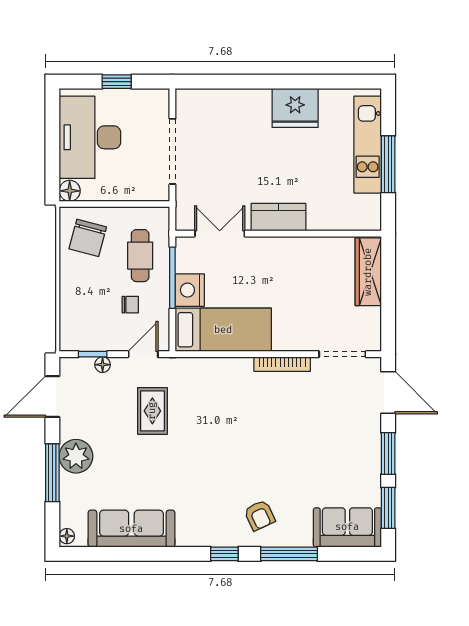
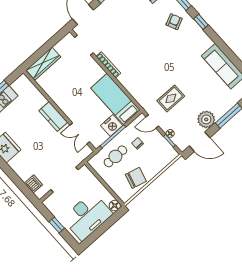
dishwasher: (207, 101) -> (33, 184), added
chair: (88, 238) -> (136, 178), moved
plant: (76, 456) -> (206, 119), moved

